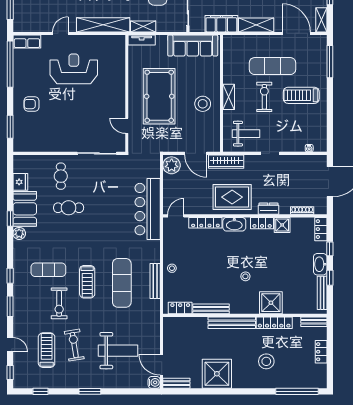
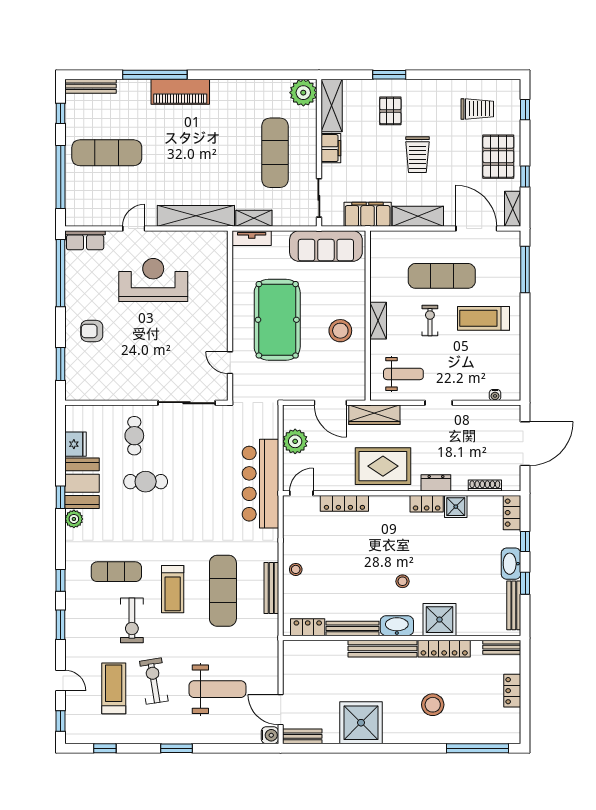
exercise bike: (264, 97) -> (430, 321), width x0.73, depth x0.72
plant: (172, 165) -> (295, 441), moved
washbasin: (234, 224) -> (397, 626), moved, turned 180

